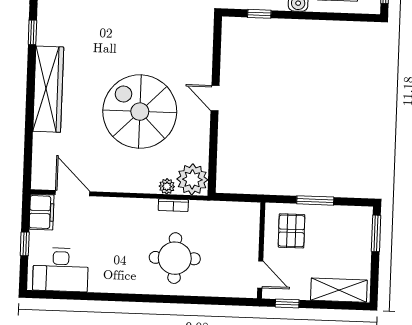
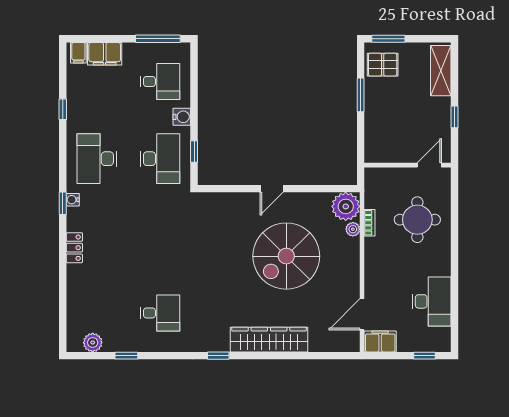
pallet: (291, 231) -> (383, 65), moved
window: (25, 244) -> (425, 356), moved
wall: (261, 250) -> (408, 165), moved
desk: (61, 270) -> (432, 301), moved
door: (260, 274) -> (429, 165), moved

